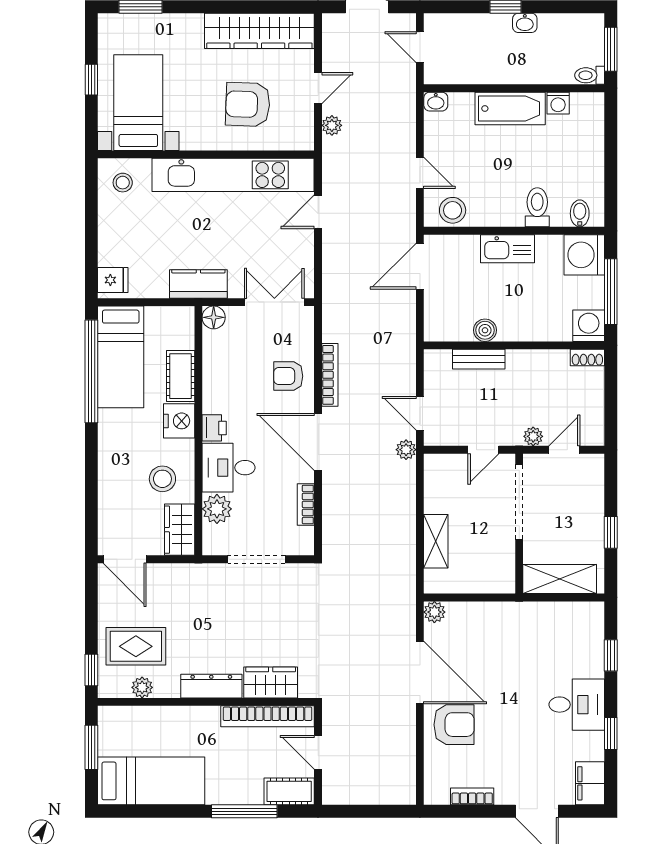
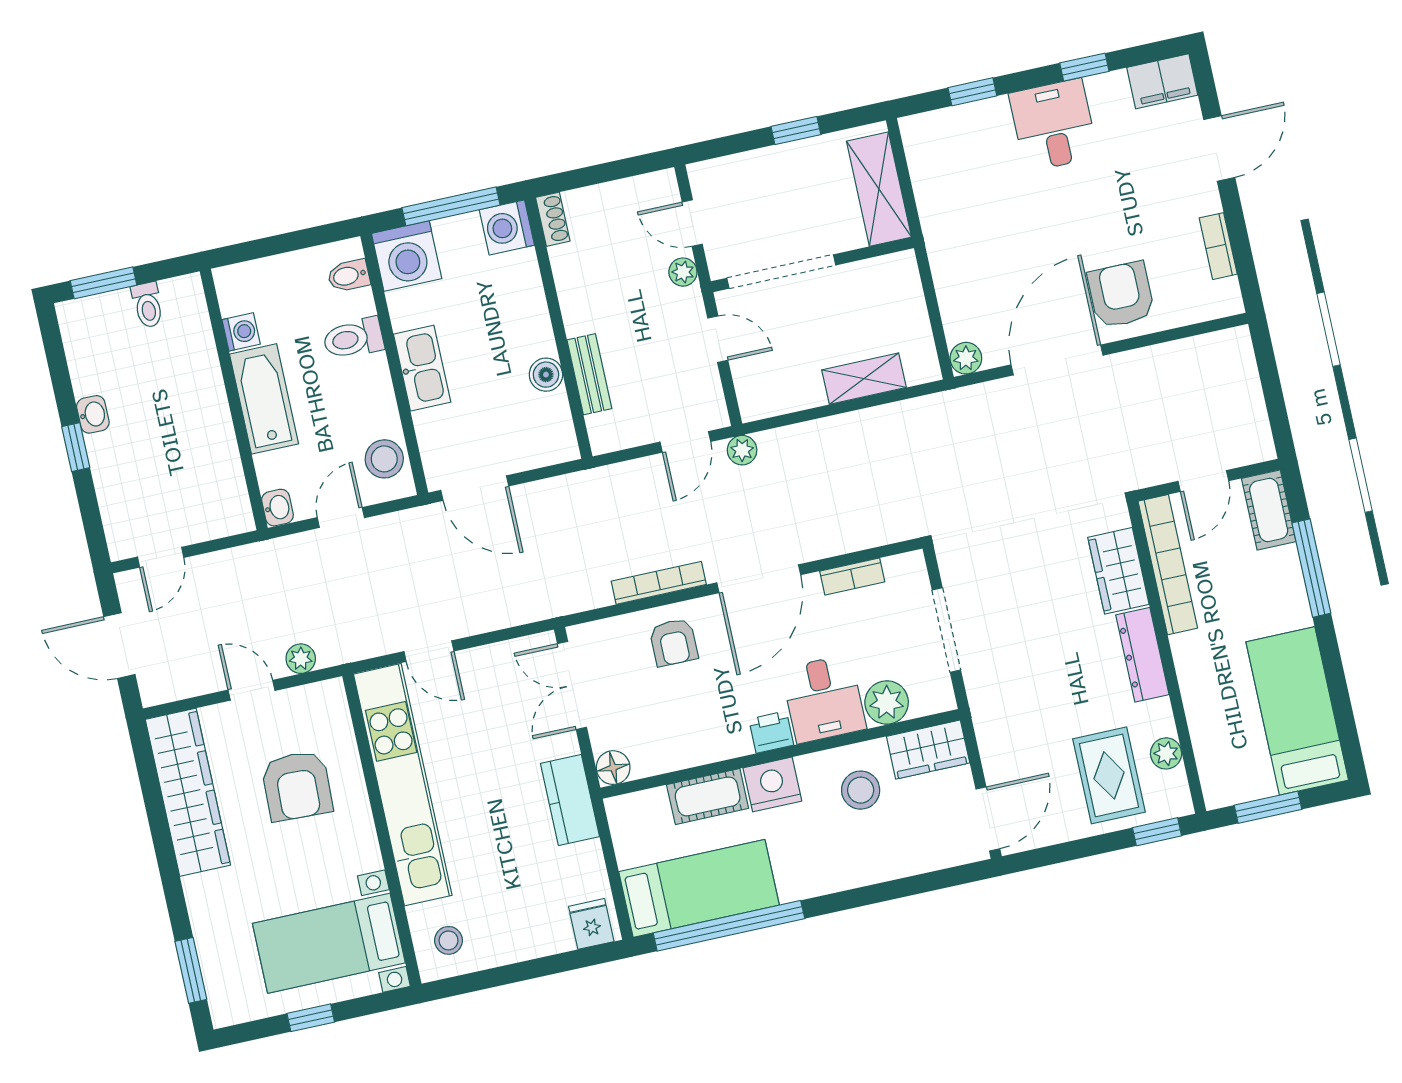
wall: (514, 88) -> (234, 400), moved
washbasin: (436, 102) -> (277, 508), moved
washing machine: (558, 103) -> (241, 332), moved
bathtub: (510, 109) -> (264, 399), moved

